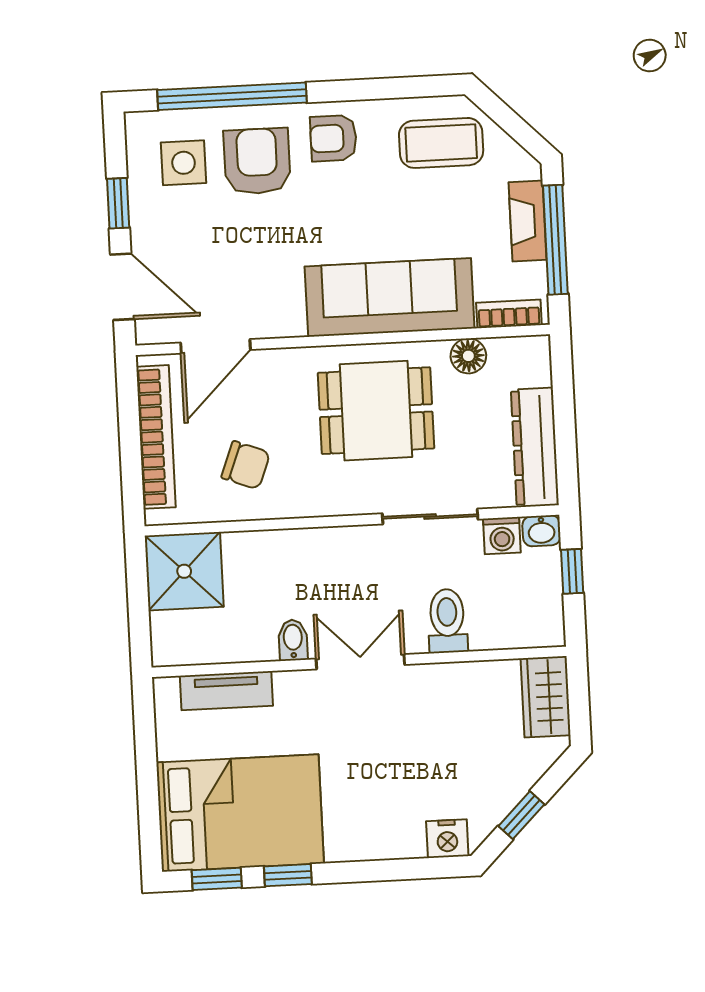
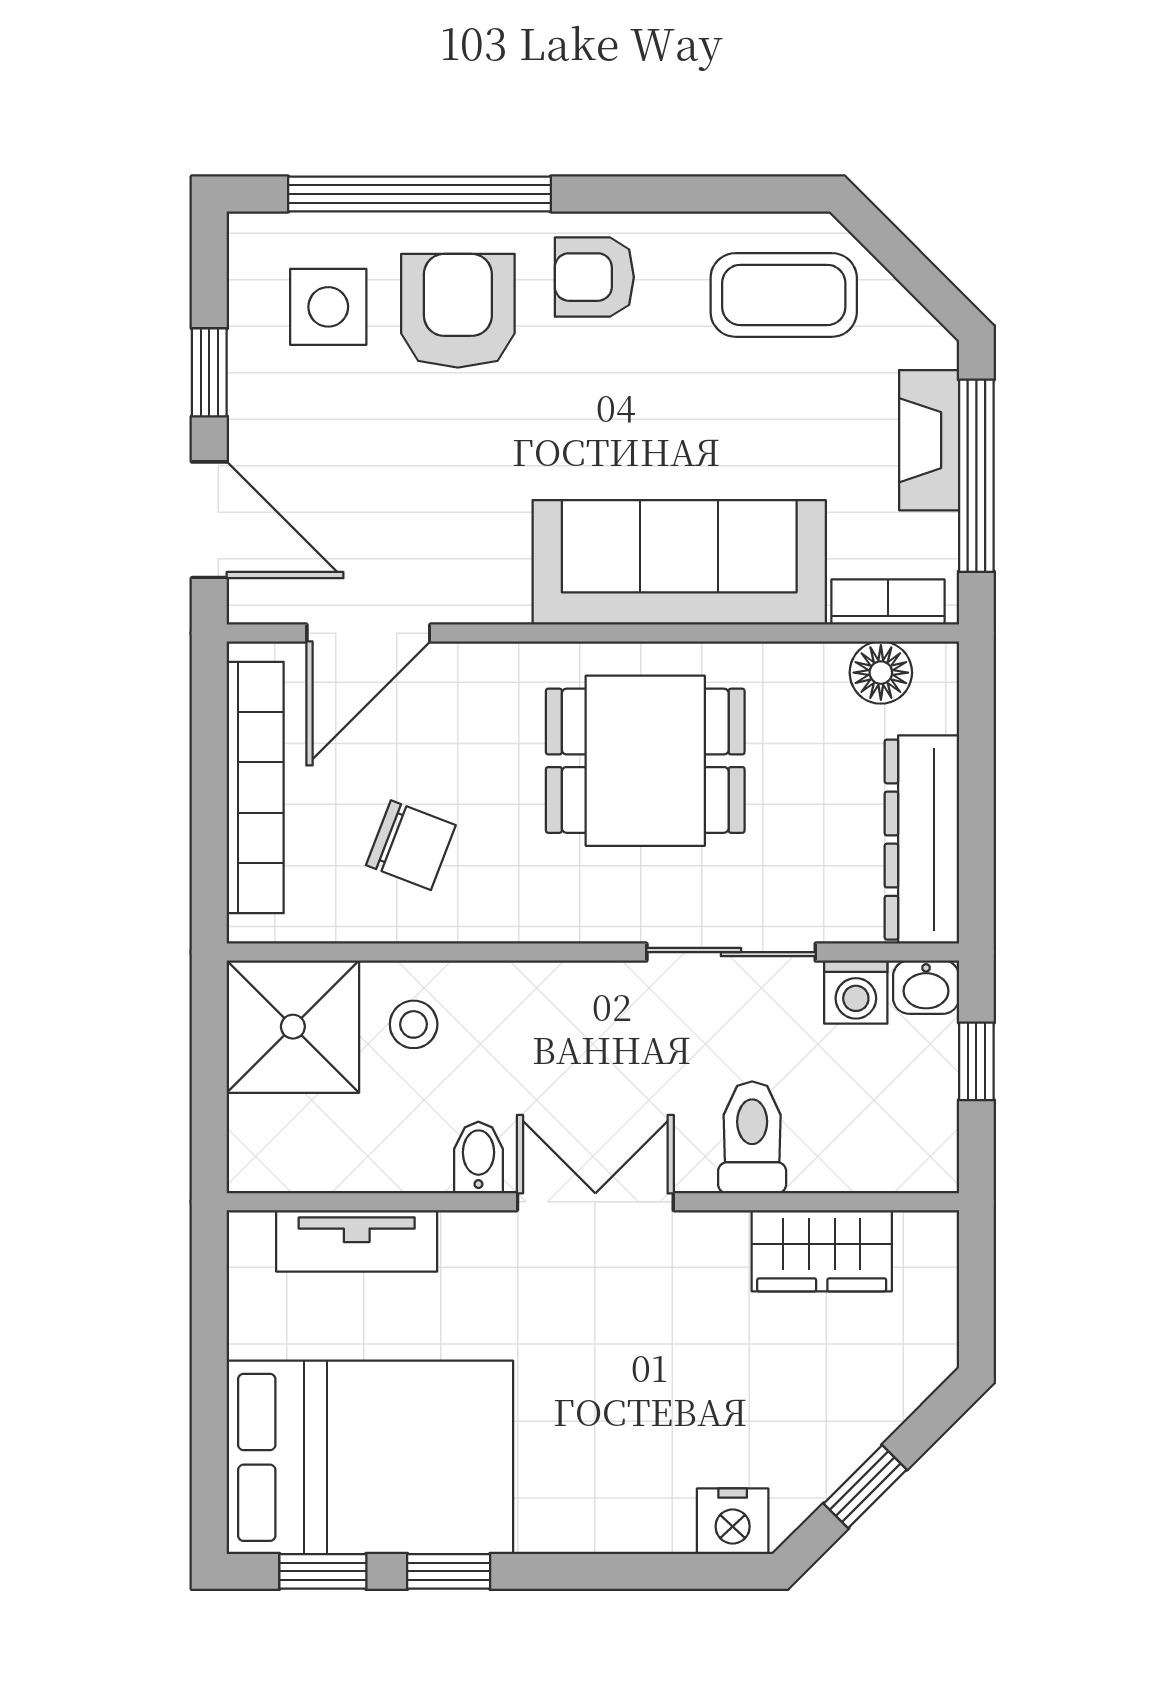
floor lamp: (468, 356) -> (881, 673), moved
stool: (252, 567) -> (414, 1024), added
wardrobe: (546, 697) -> (822, 1251), moved, turned -90

